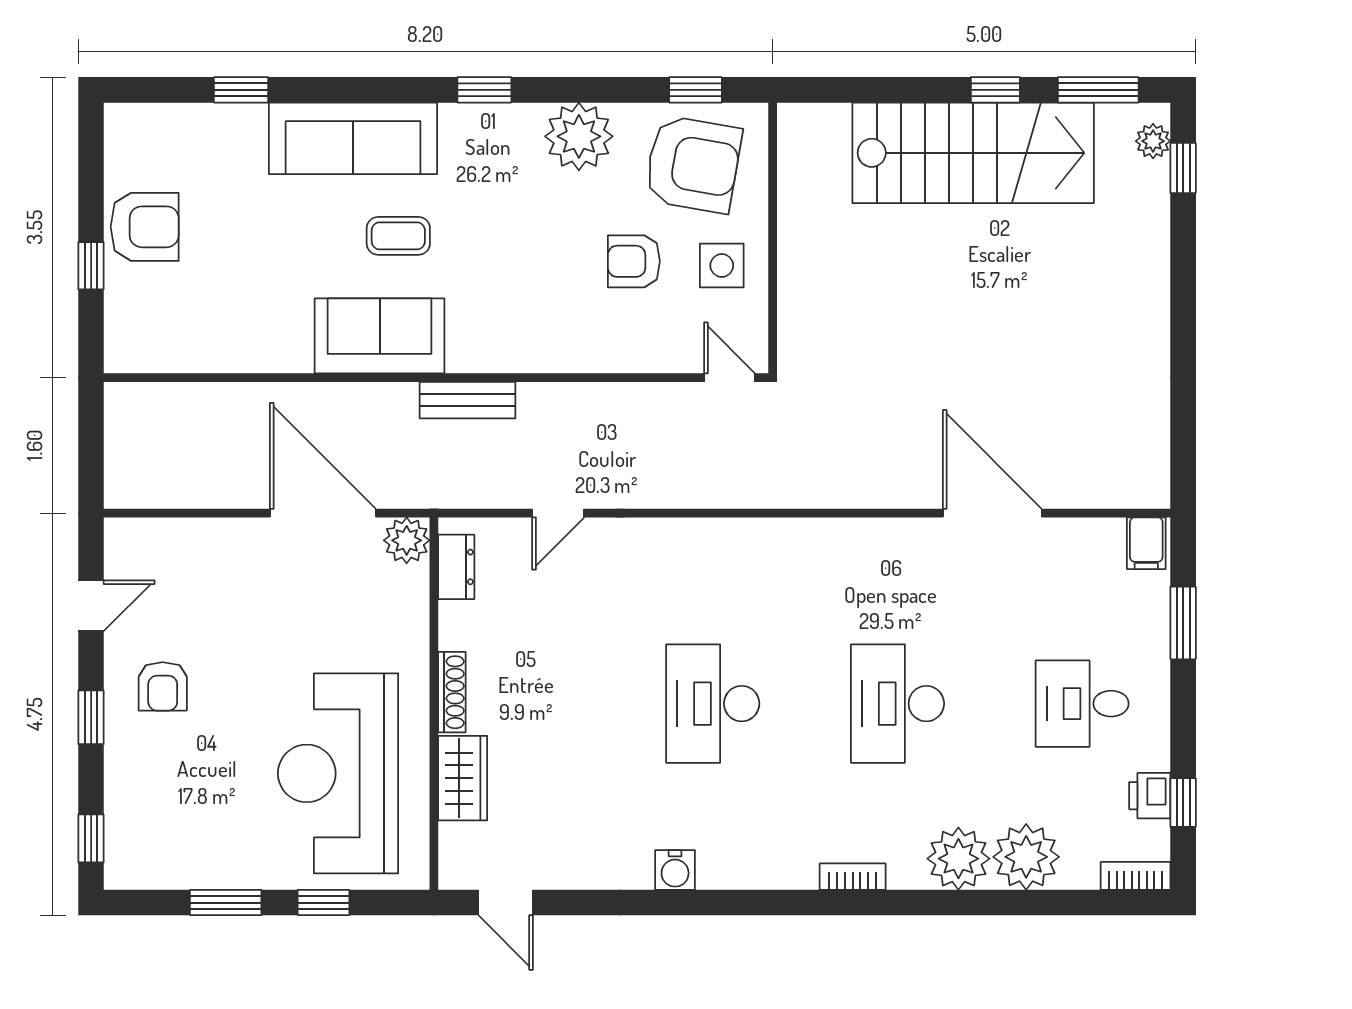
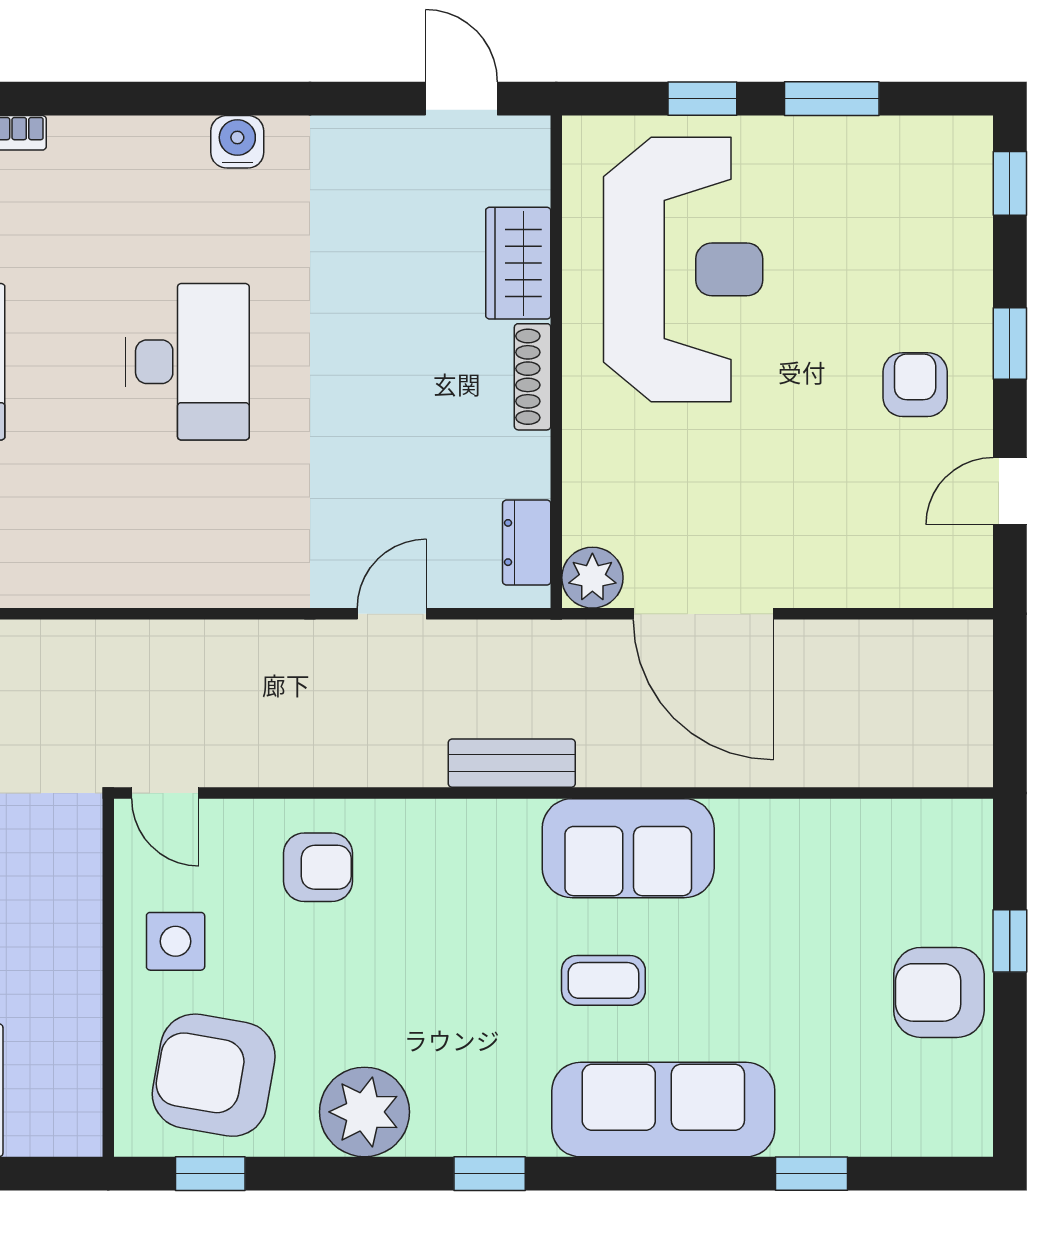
armchair: (634, 261) -> (318, 867), moved

